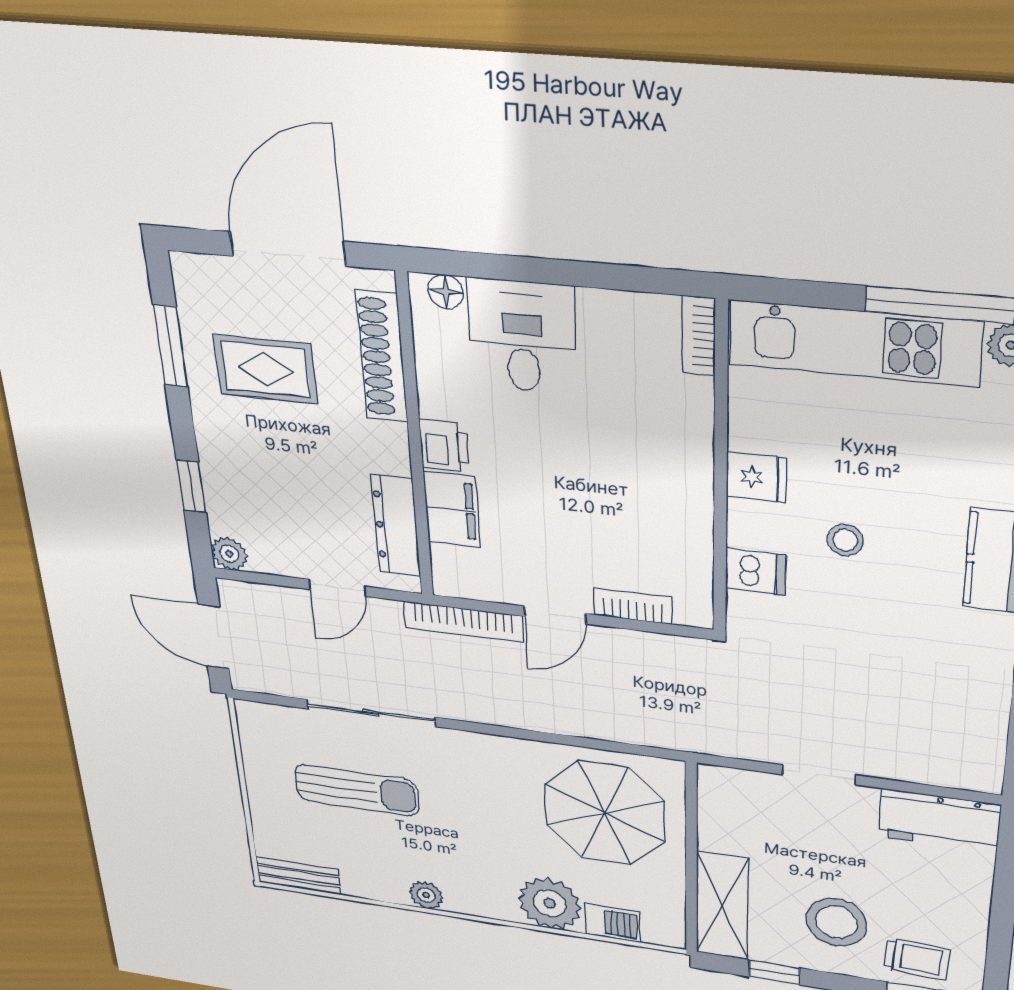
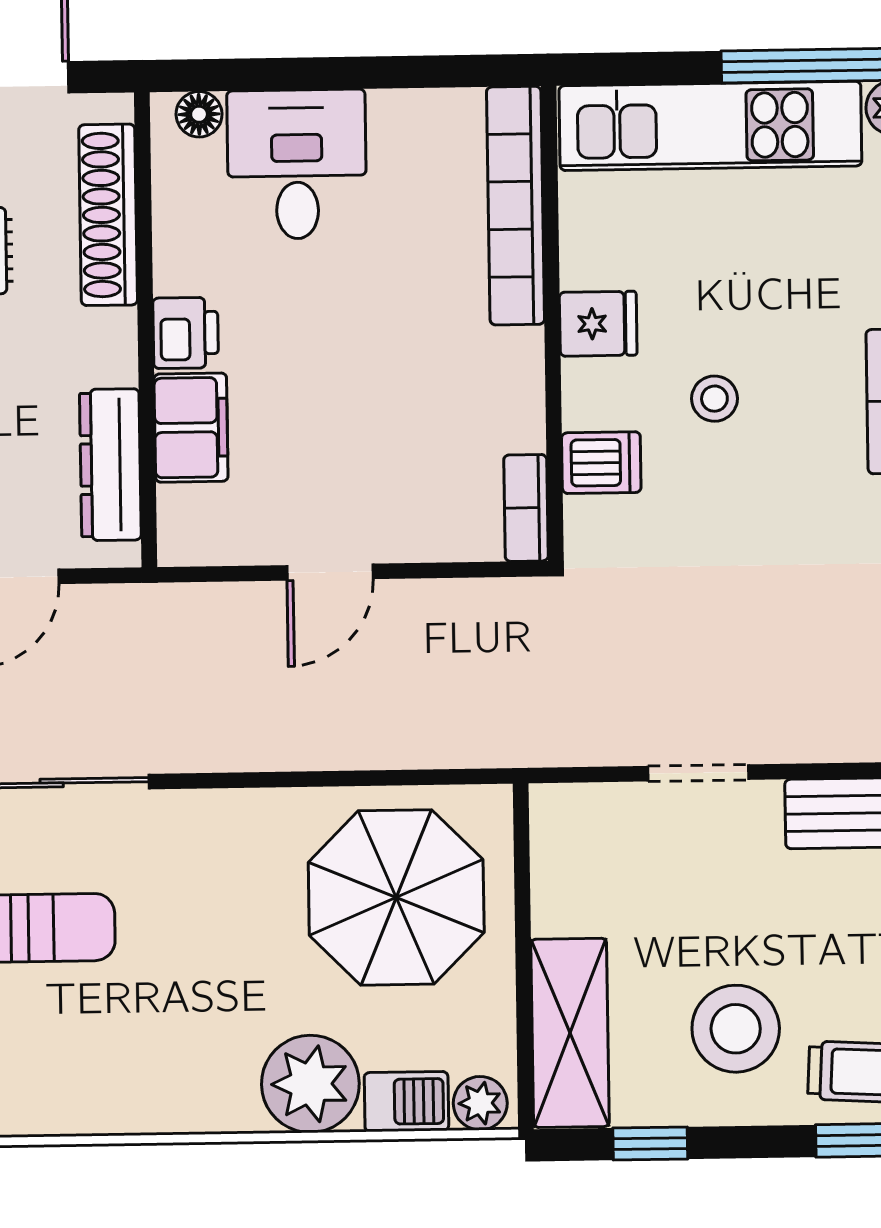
bookcase: (699, 336) -> (516, 206), width x2.31, depth x1.31
bookcase: (633, 606) -> (526, 508), moved, turned -90
bookcase: (463, 622) -> (199, 604), removed
plant: (426, 895) -> (480, 1103), moved

